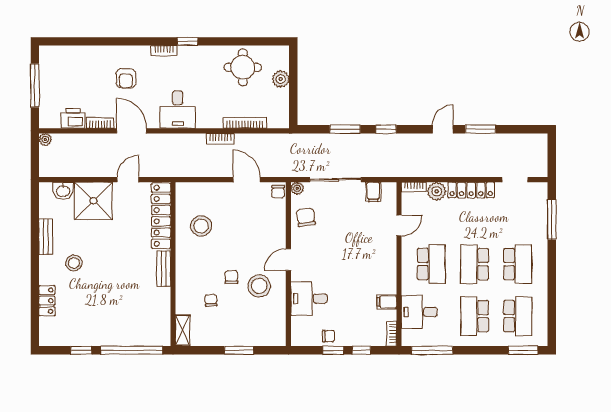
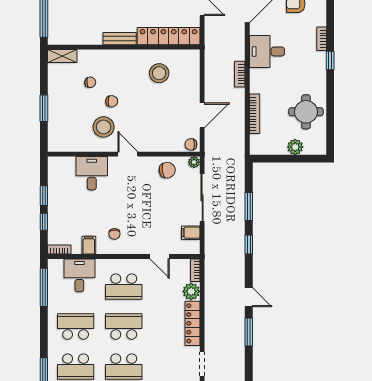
bookcase: (220, 139) -> (240, 74), moved
chair: (329, 336) -> (114, 234), moved

